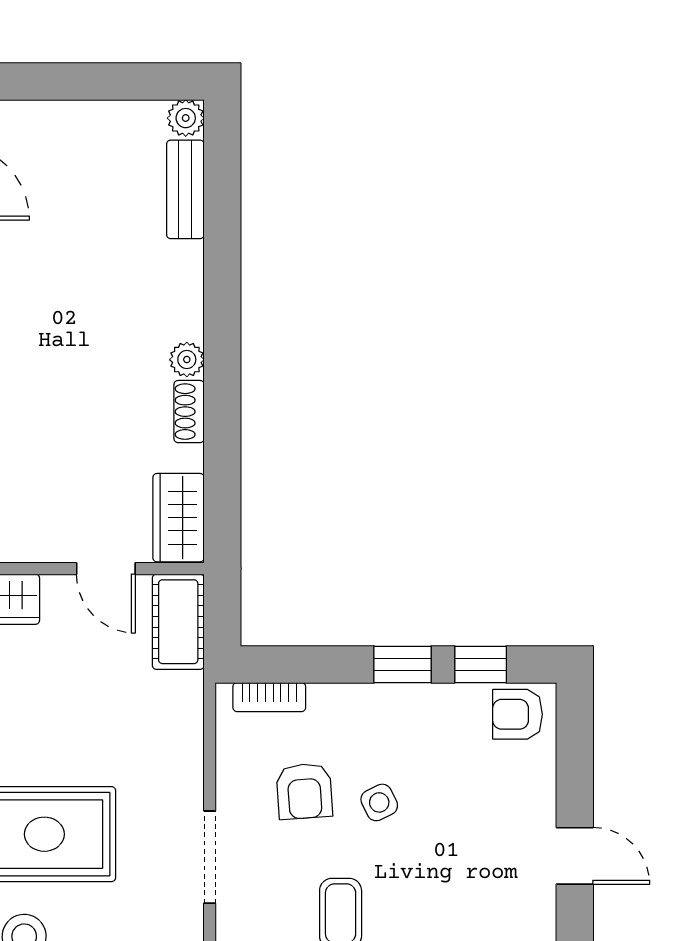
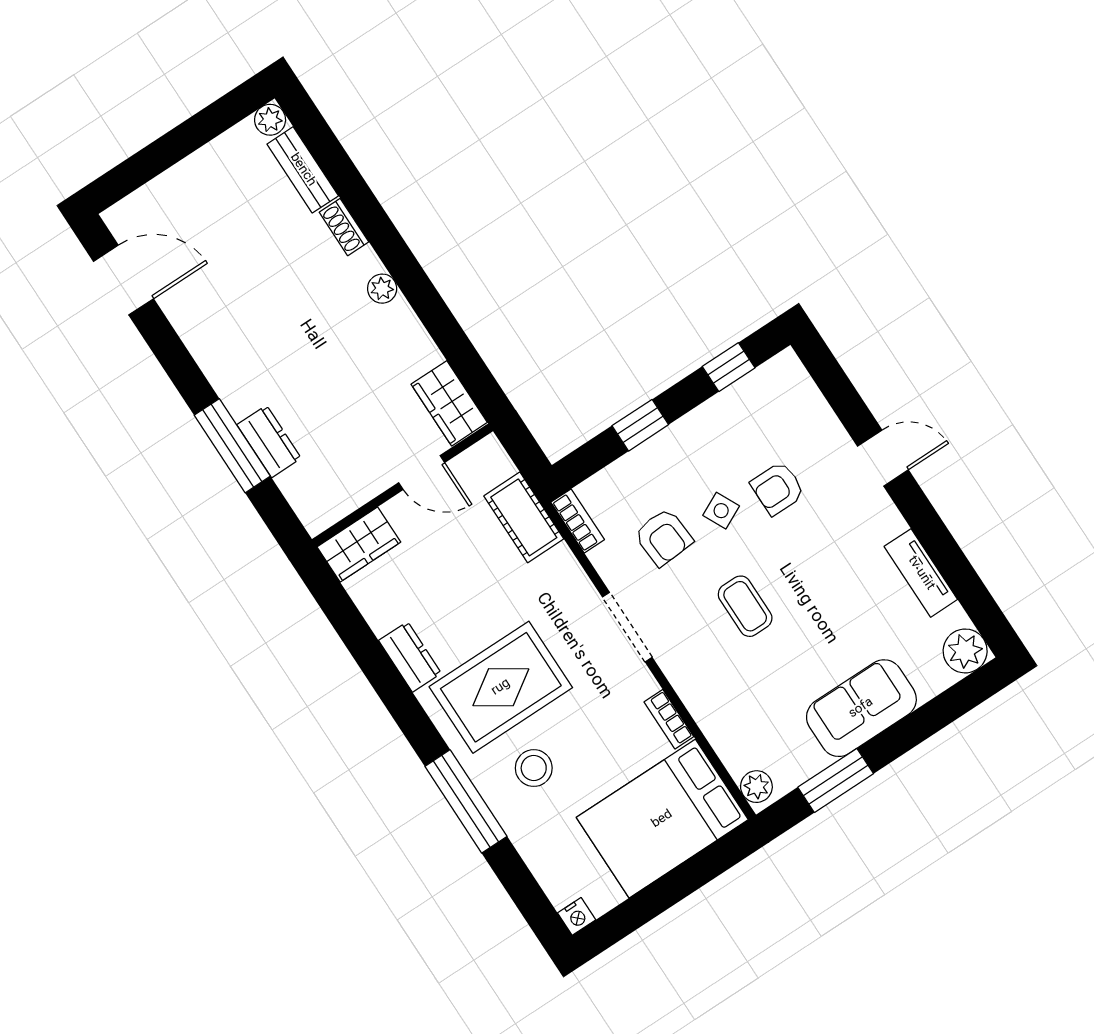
shoe rack: (189, 412) -> (344, 227), moved
cot: (178, 622) -> (524, 517), moved
window: (403, 664) -> (640, 425), moved
bookcase: (269, 697) -> (578, 521), moved, turned -90
armchair: (517, 714) -> (778, 488), moved

